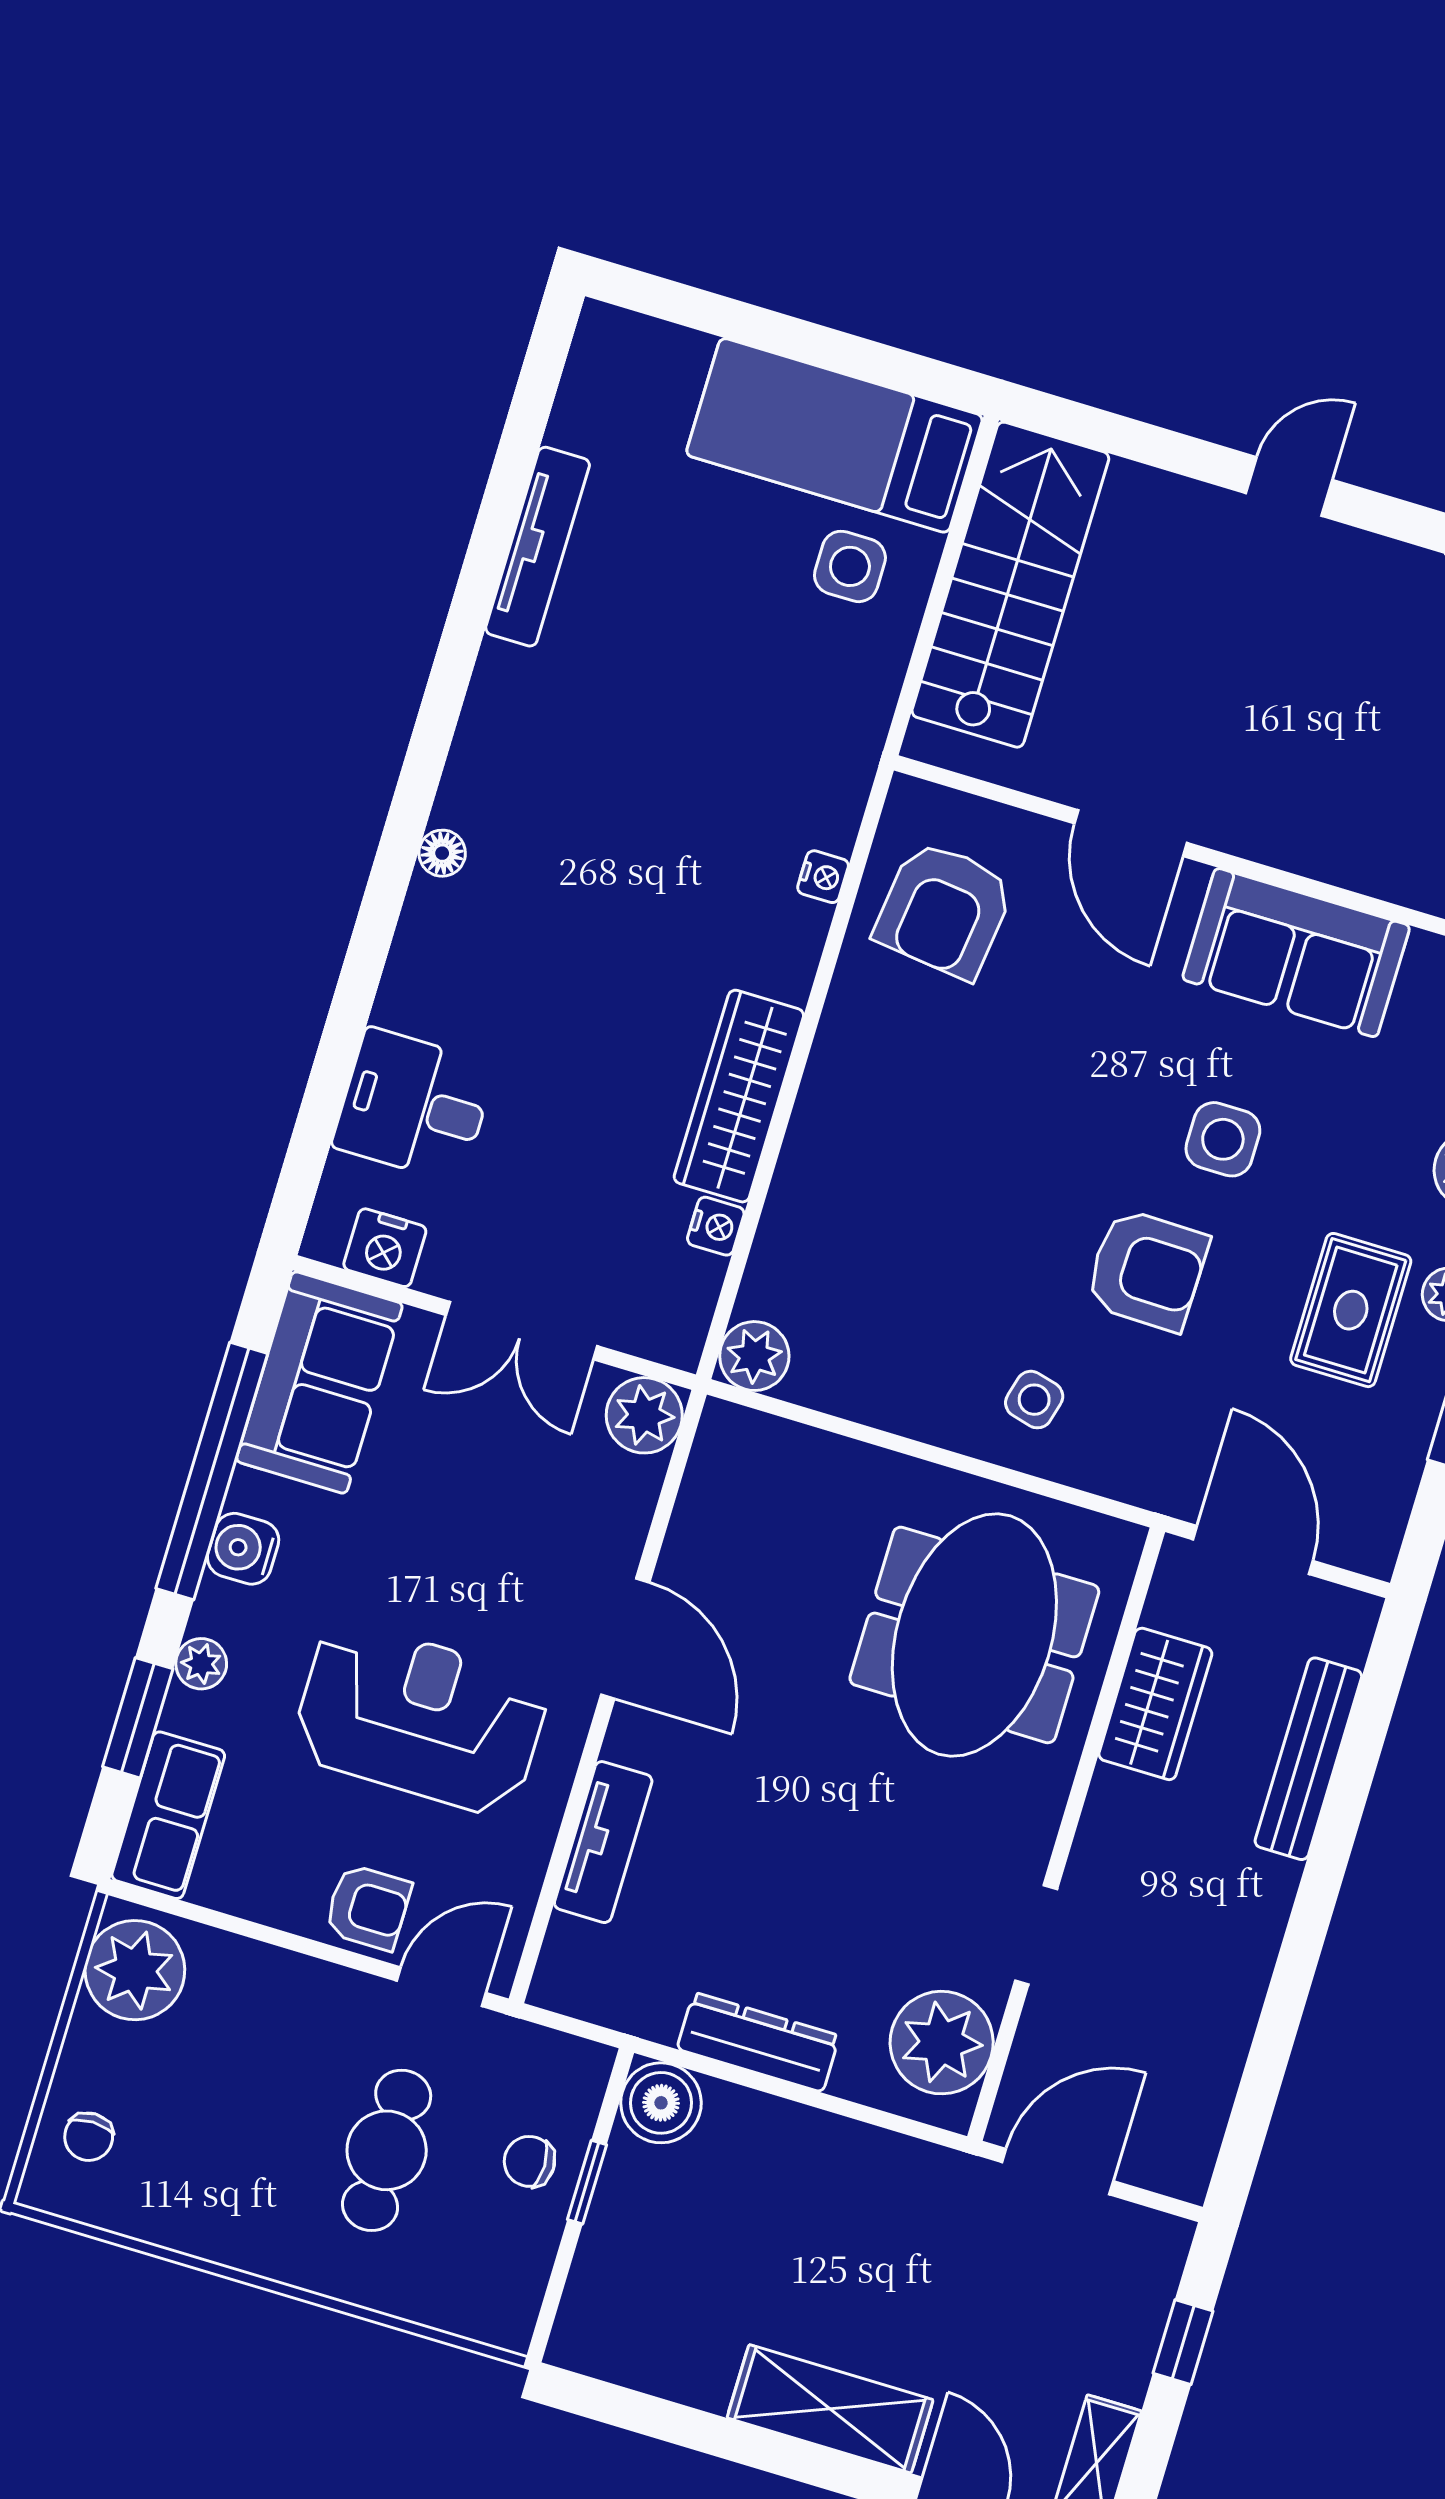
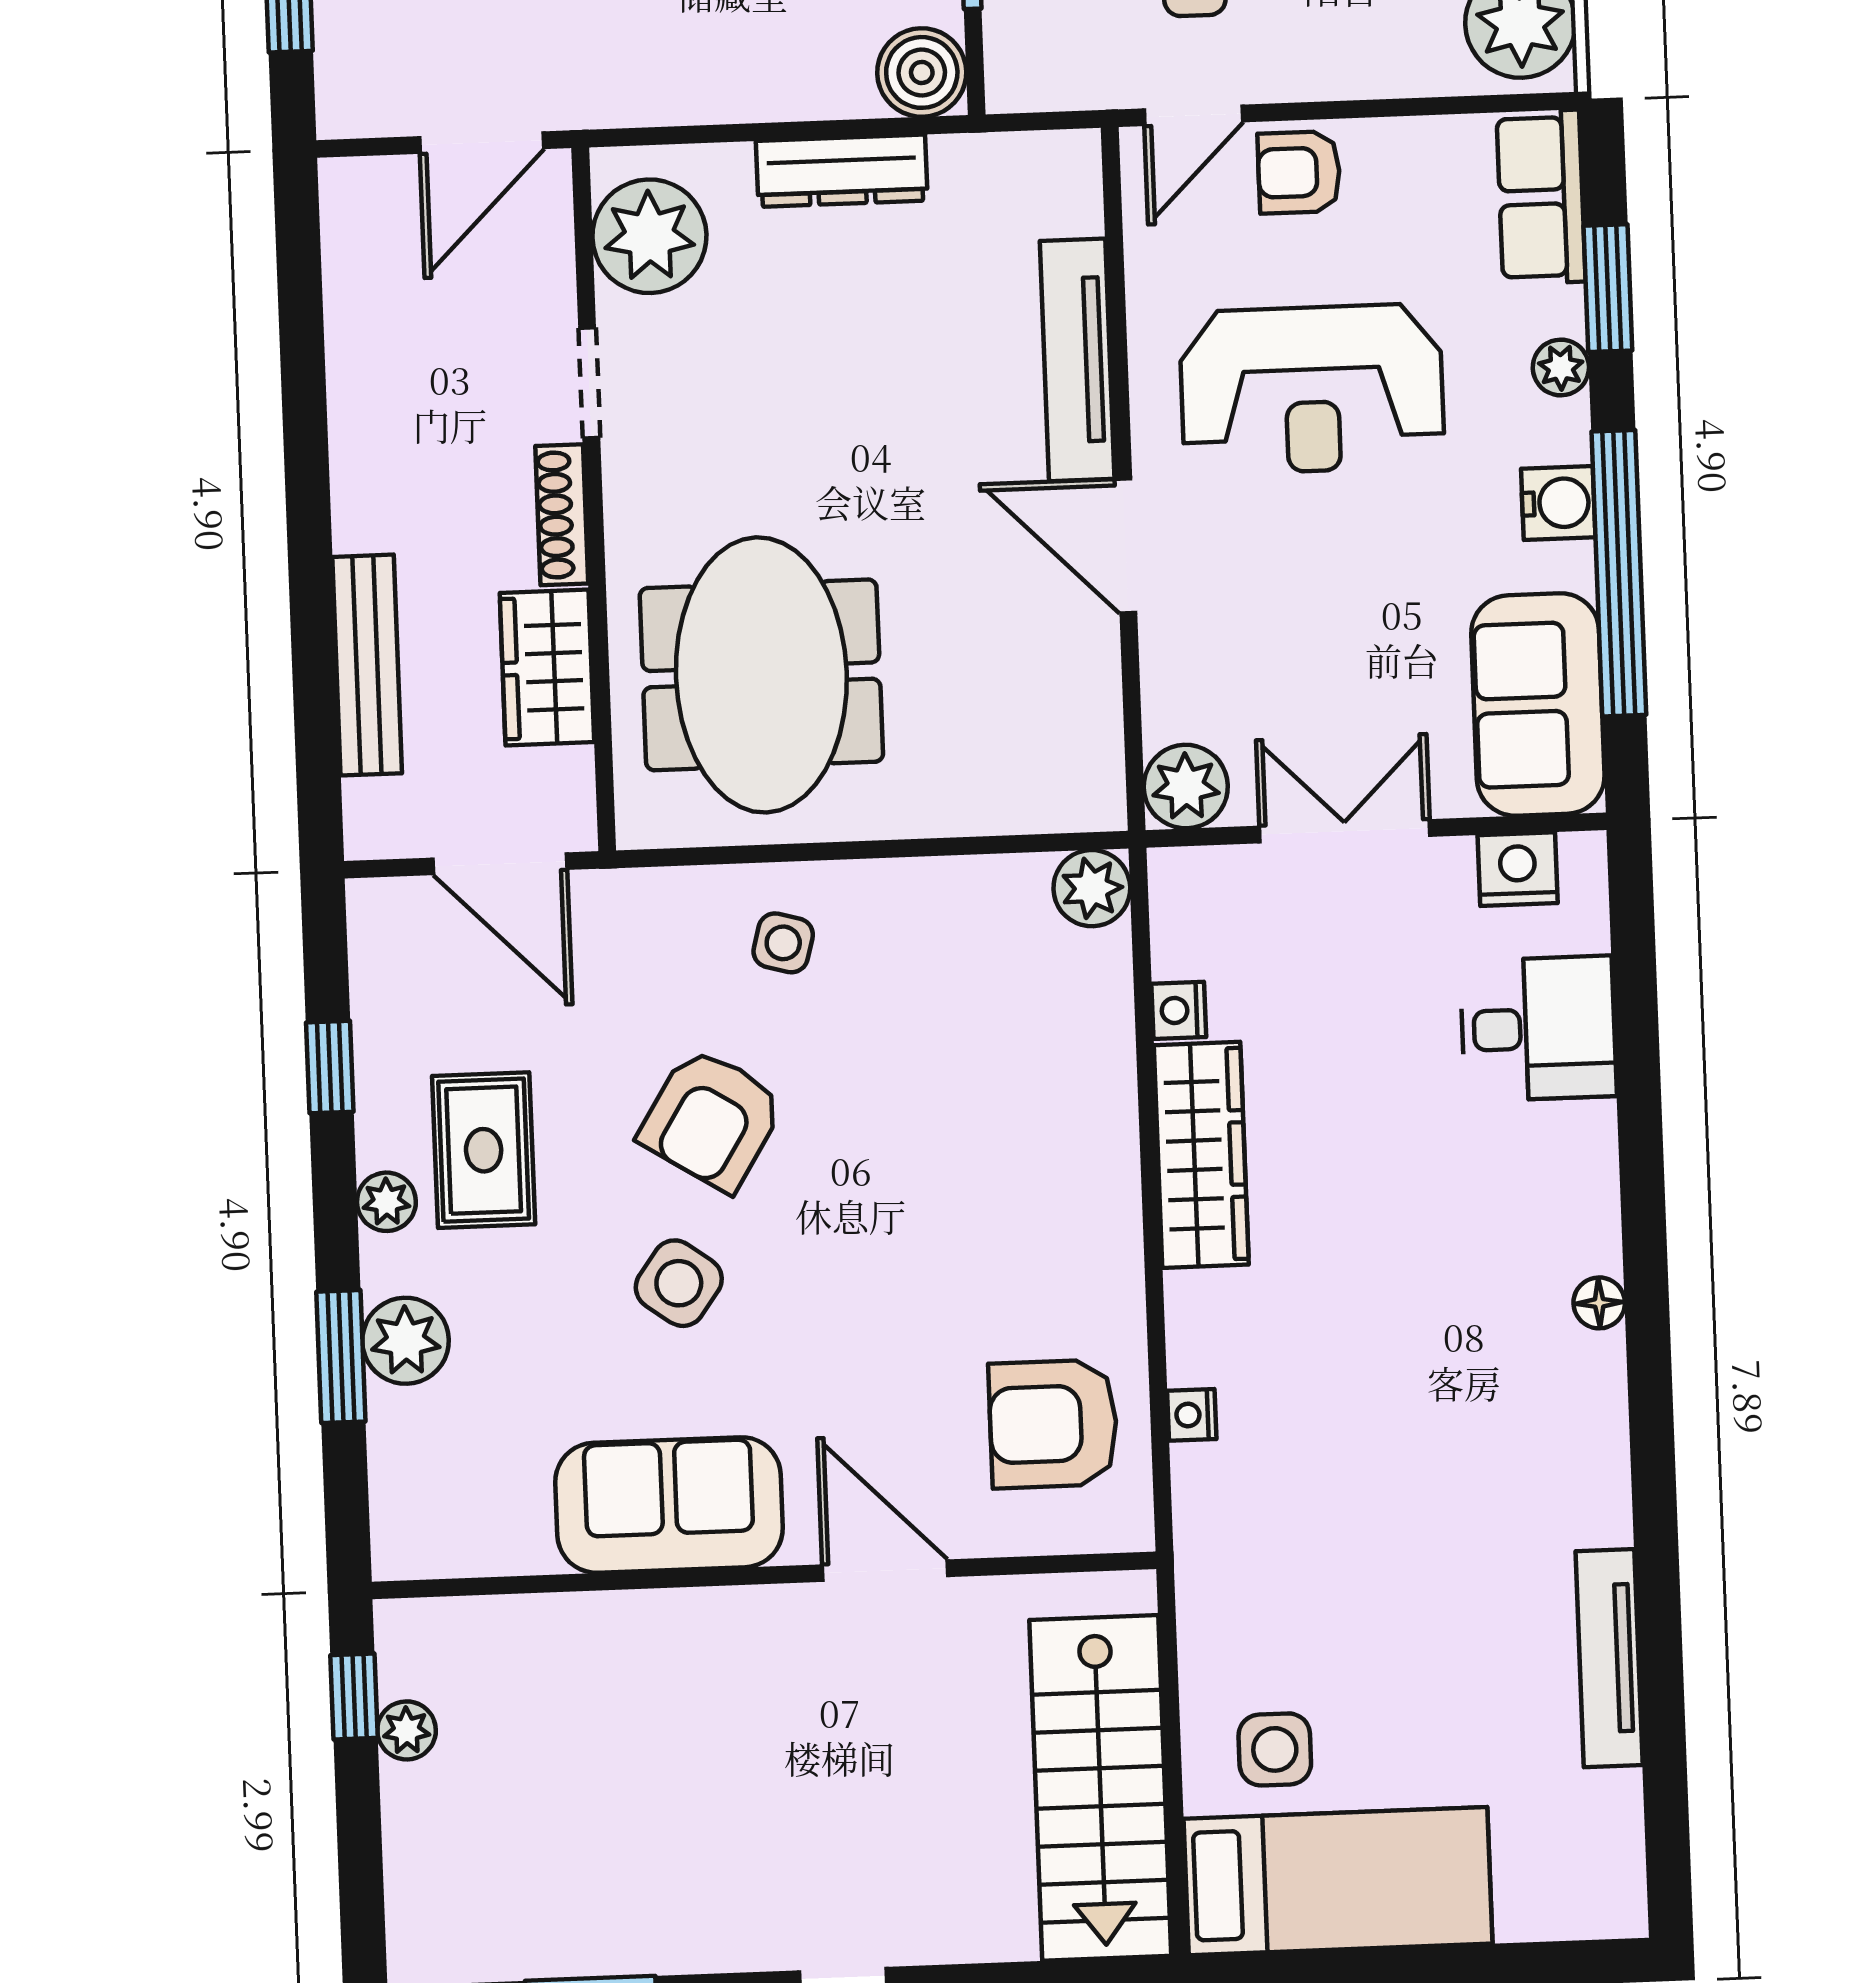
armchair: (944, 910) -> (1053, 1424), turned -97
side table: (1223, 1139) -> (679, 1283), turned 36
armchair: (1147, 1270) -> (712, 1119), turned -59
shoe rack: (1098, 1830) -> (562, 515), added
tv unit: (603, 1842) -> (1077, 360), width x1.41

